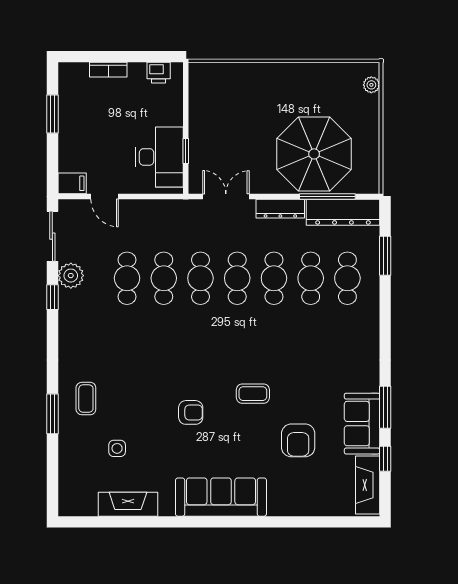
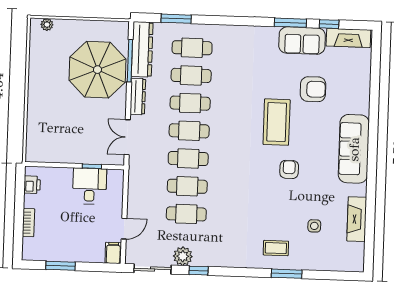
desk: (159, 157) -> (90, 186), width x0.73
coffee table: (253, 394) -> (277, 122), width x1.86, depth x1.72

